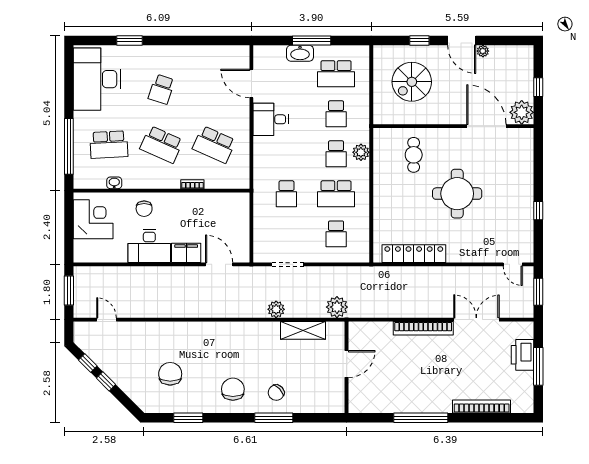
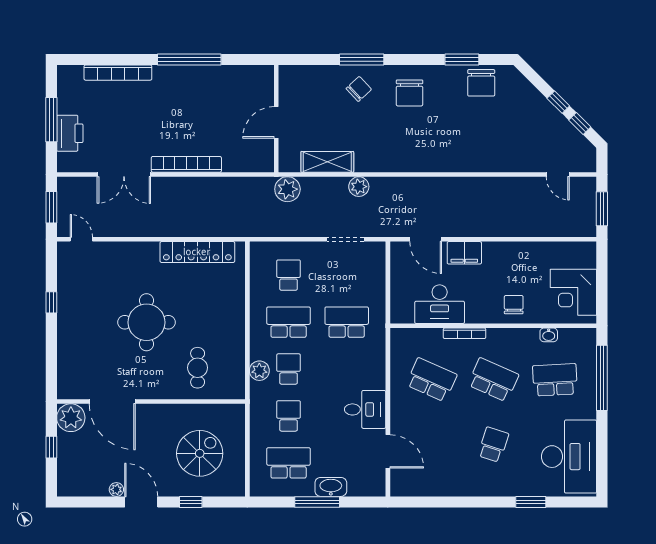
bookcase: (192, 184) -> (465, 333), width x1.56
school desk: (286, 194) -> (347, 322), width x1.85
desk: (149, 246) -> (440, 304), moved, turned 180
chair: (170, 374) -> (481, 83), moved

